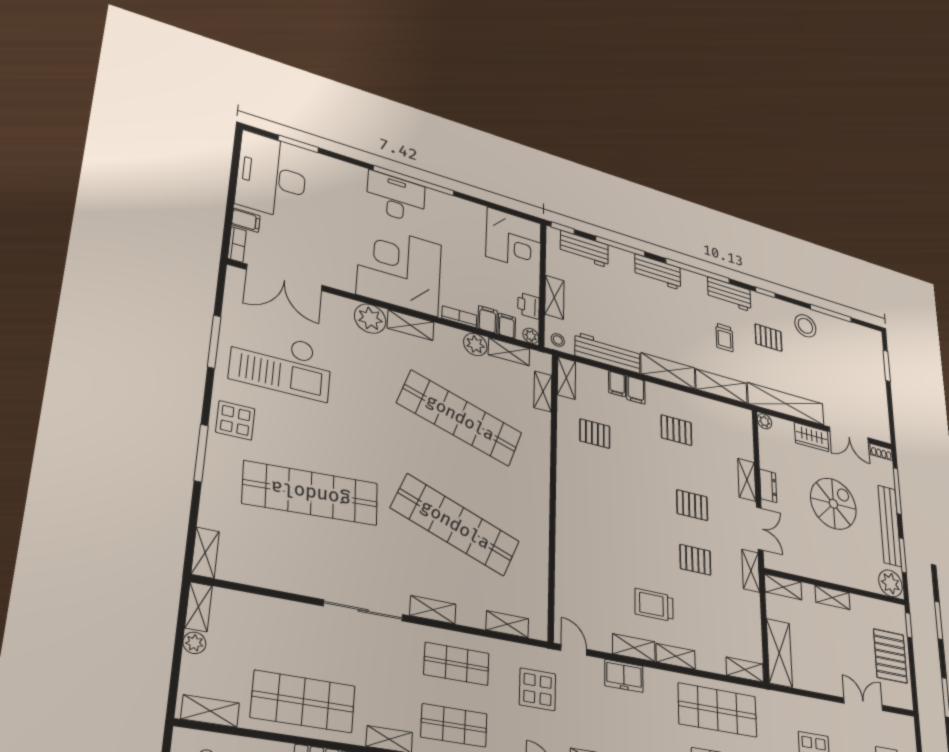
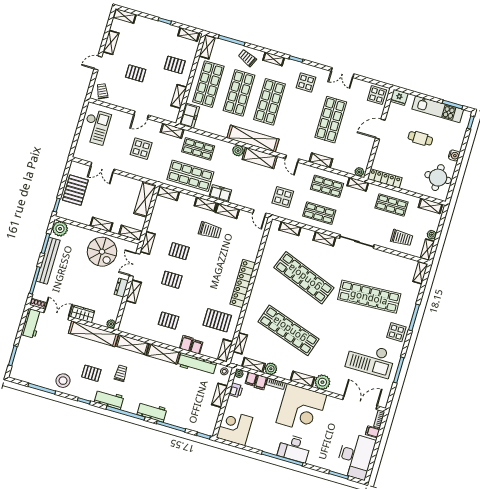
workbench: (584, 249) -> (31, 323), moved, turned 90
checkout: (281, 363) -> (370, 359), turned 180
pallet: (595, 434) -> (217, 320), width x1.50, depth x1.42
spiral stairs: (833, 504) -> (102, 252), moved, turned -90
locker: (568, 506) -> (243, 284), added
trolley: (264, 628) -> (402, 238), added
freezer: (624, 676) -> (220, 193), moved
shop shelf: (303, 702) -> (391, 205), width x0.70, depth x0.74

